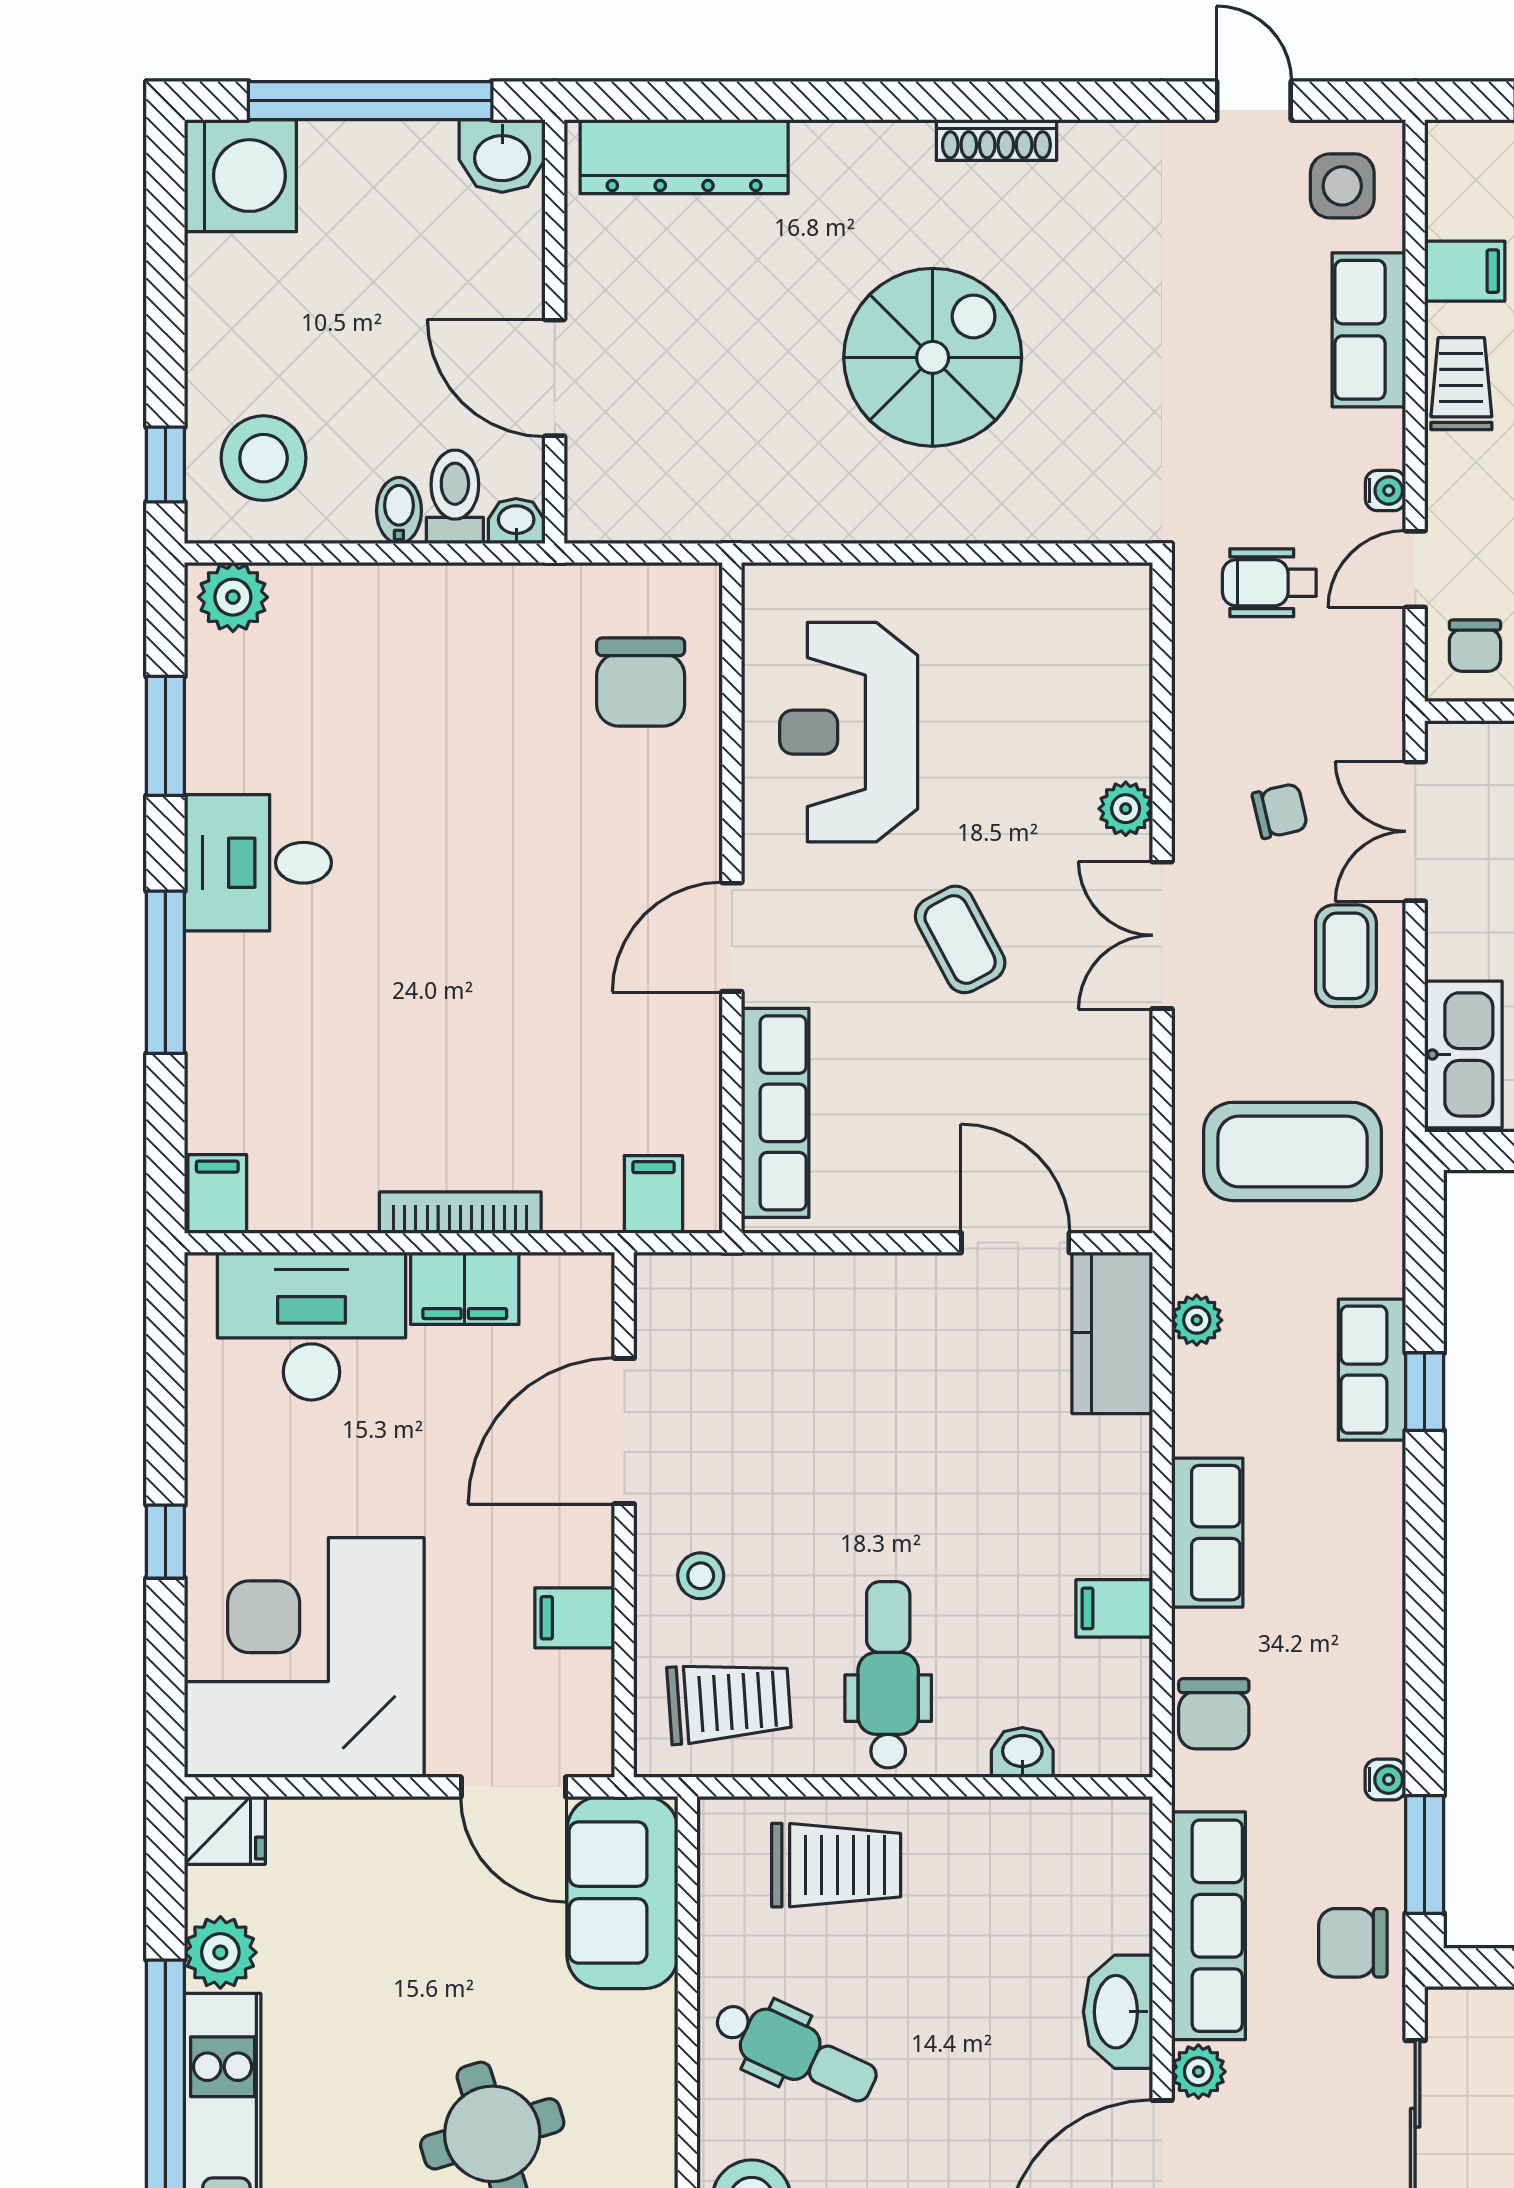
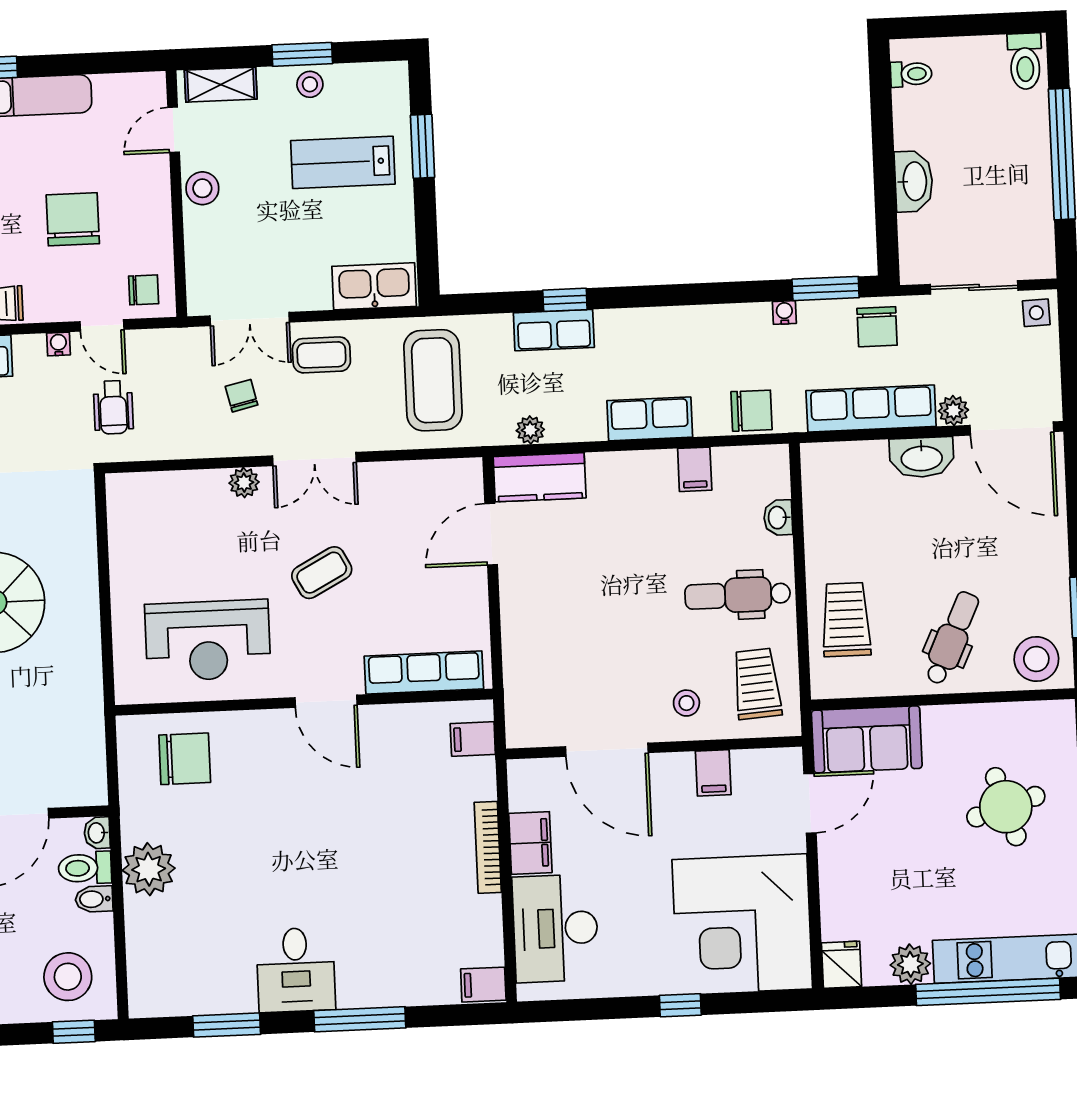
plant: (233, 597) -> (149, 869), moved, width x1.36, depth x1.36

